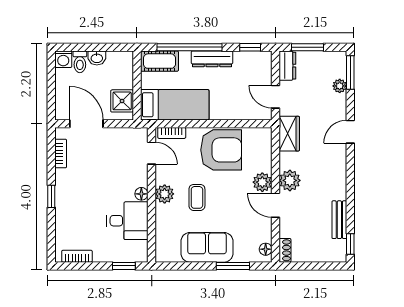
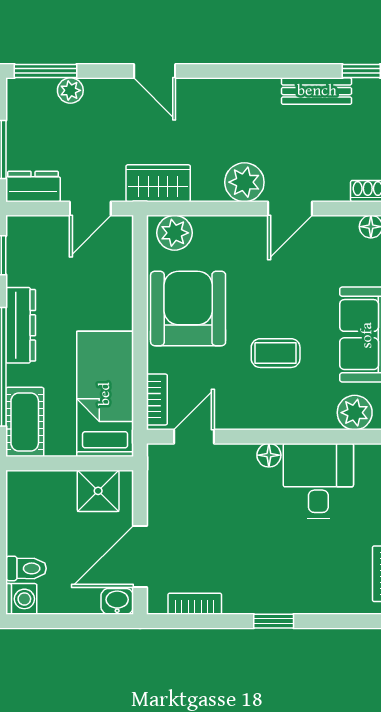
washbasin: (97, 58) -> (117, 601), moved, turned -90
plant: (262, 182) -> (175, 233), moved
plant: (165, 194) -> (355, 413), moved

